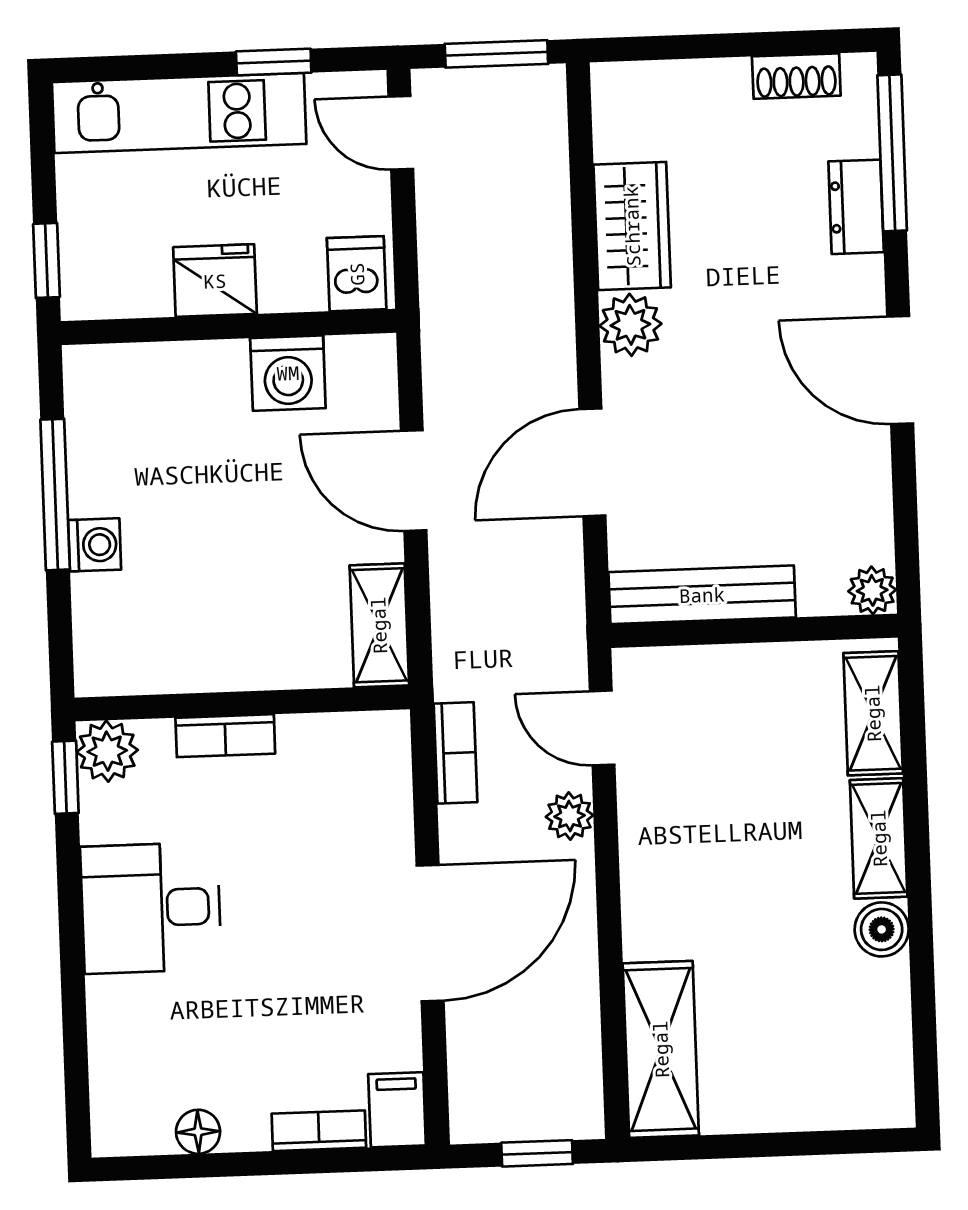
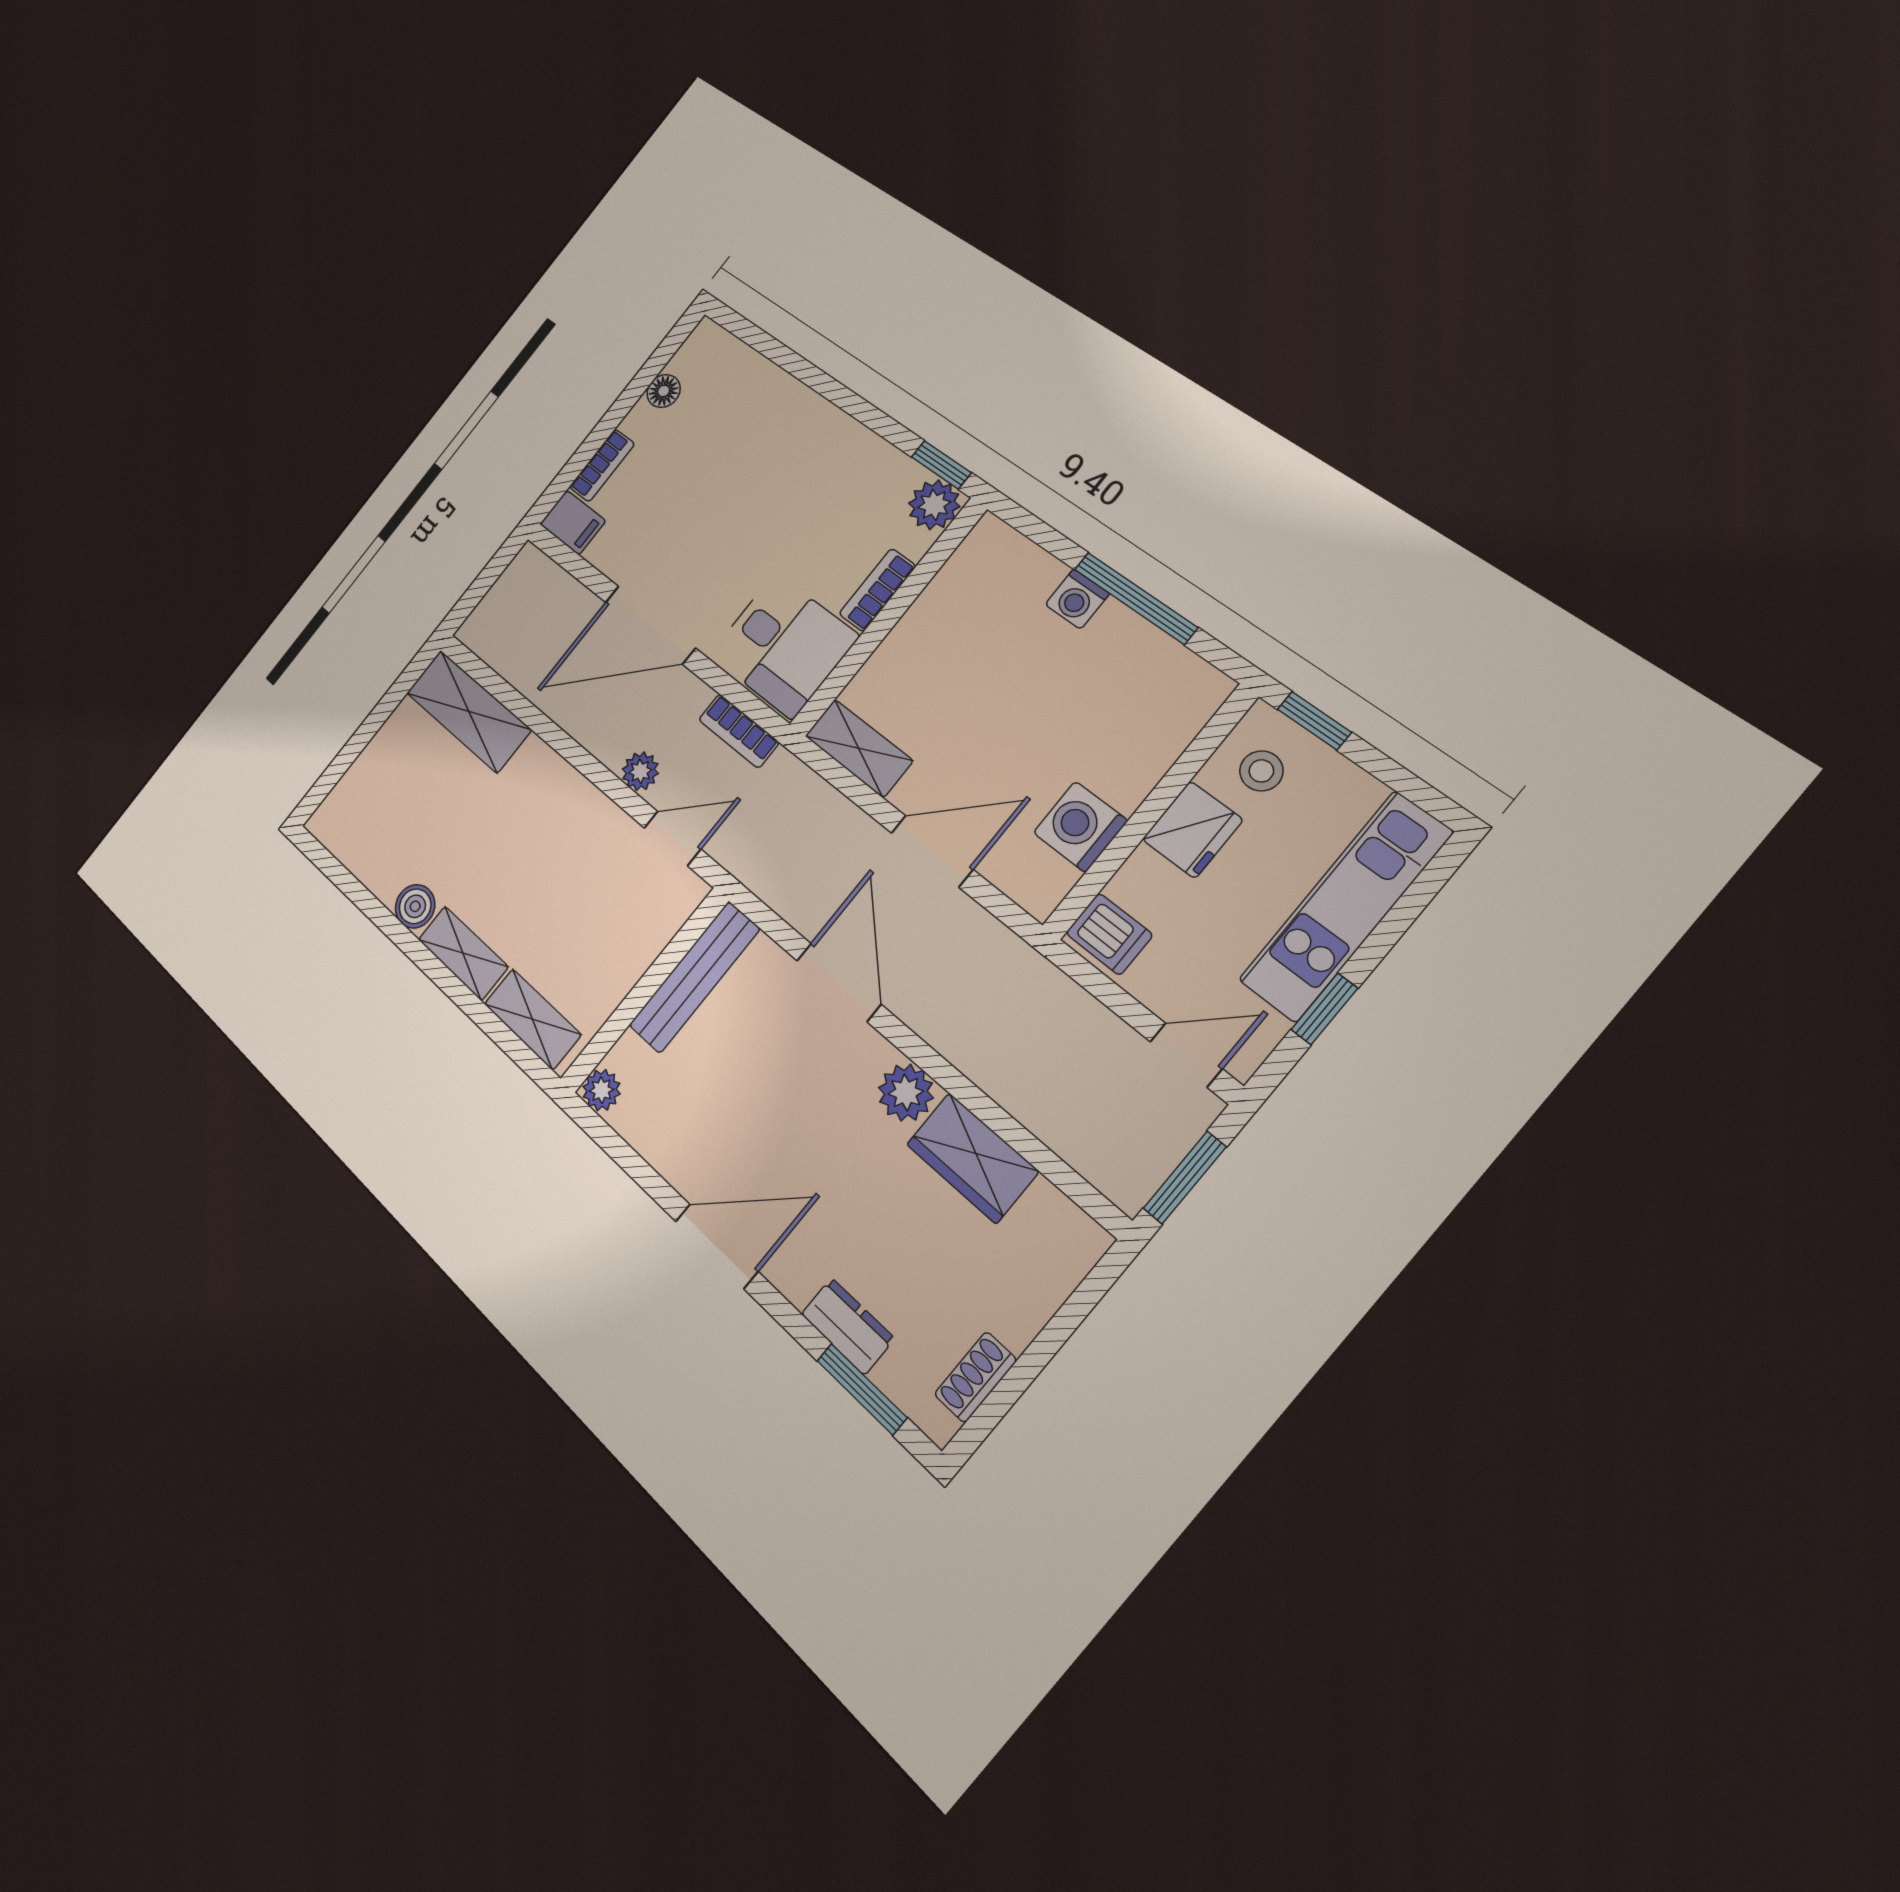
window: (892, 153) -> (862, 1389), width x0.69
stool: (122, 267) -> (1261, 771), added
desk: (151, 908) -> (784, 645), moved, turned 90
door: (430, 933) -> (650, 625), hinge flipped
window: (537, 1153) -> (479, 588), removed

